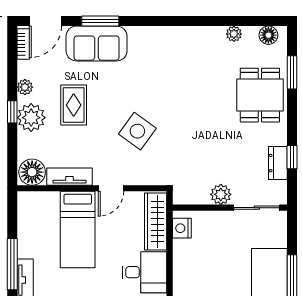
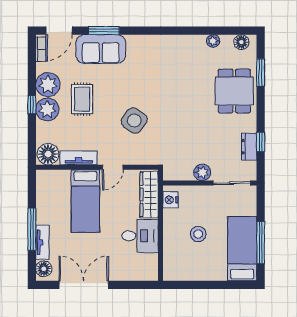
plant: (25, 87) -> (48, 85), width x1.87, depth x1.87
stool: (216, 270) -> (198, 234), added

